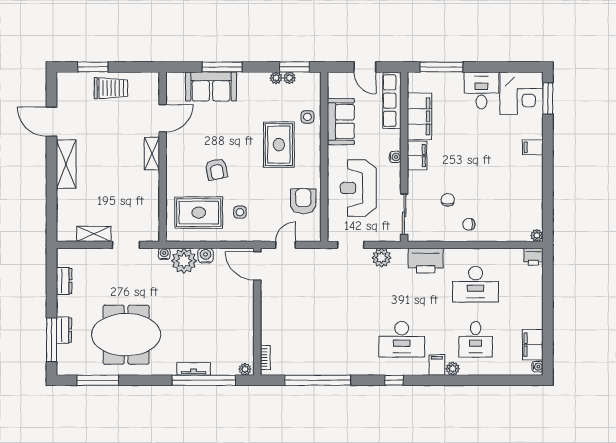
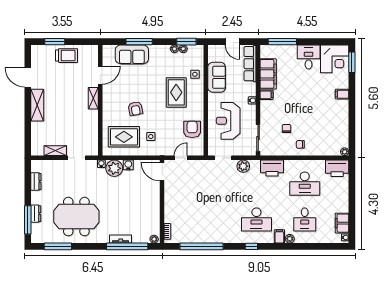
filing cabinet: (417, 156) -> (266, 95), width x0.50
printer: (533, 257) -> (337, 168), width x1.87, depth x1.48

